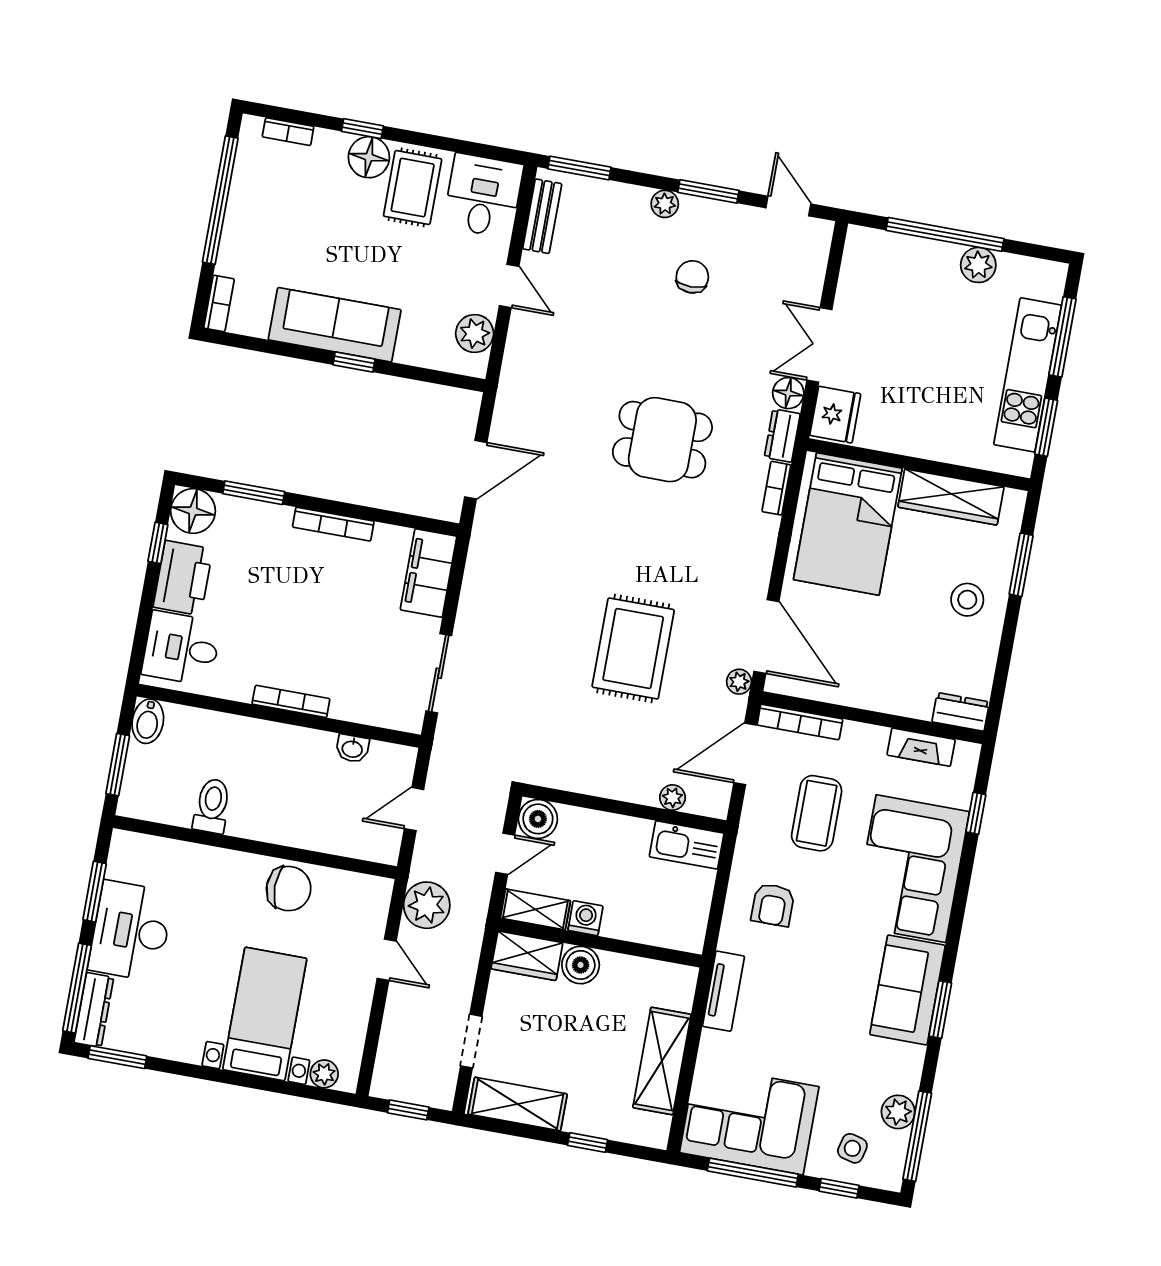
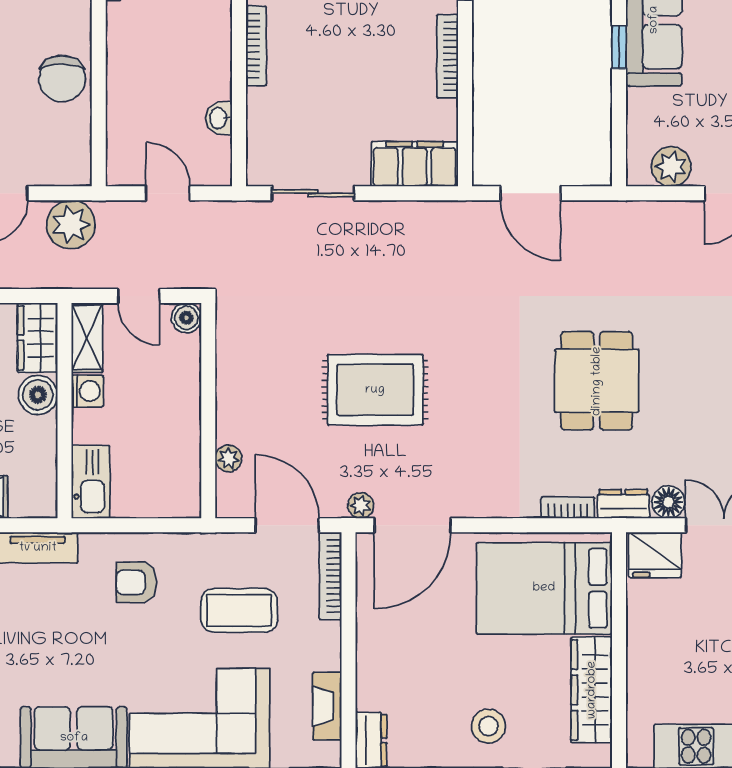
boiler: (538, 819) -> (186, 318), width x0.73, depth x0.73
kitchen sink: (687, 845) -> (91, 482), moved, turned 180

